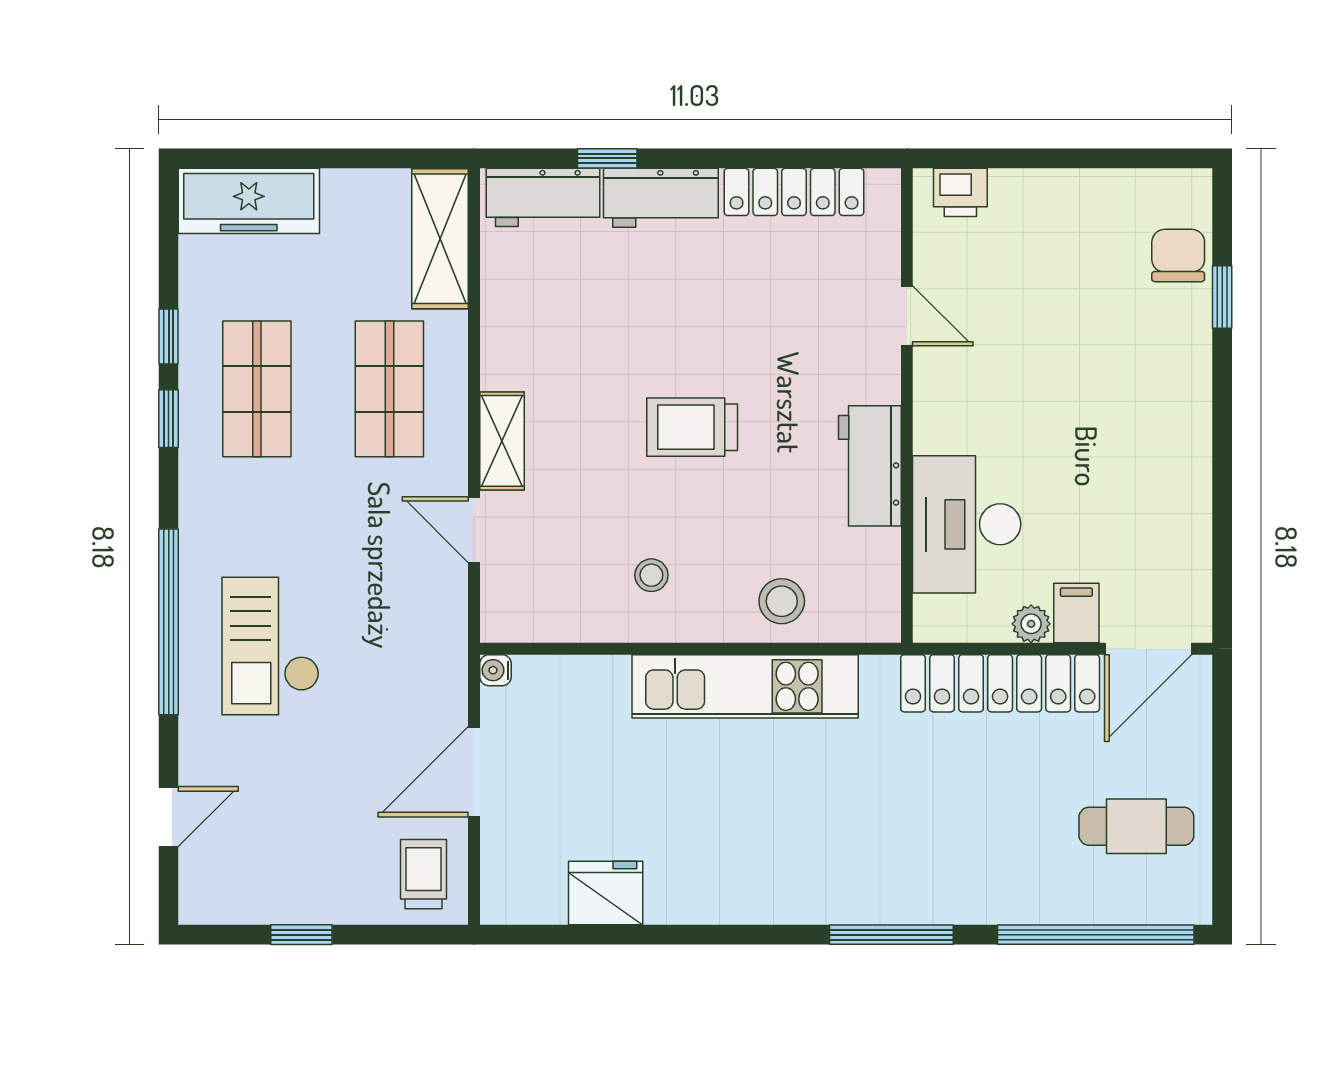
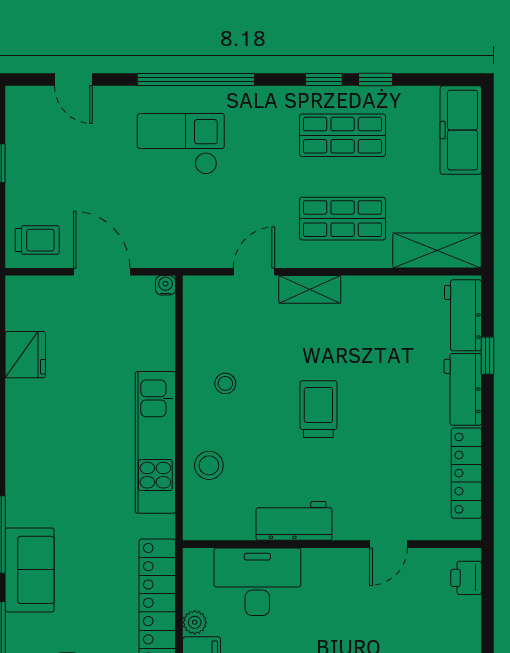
sofa: (948, 886) -> (30, 570), added

